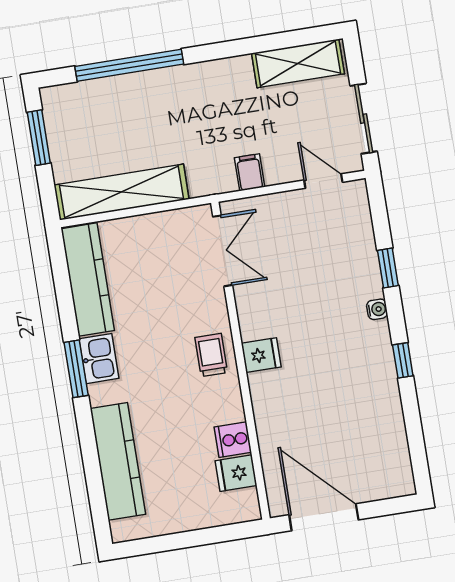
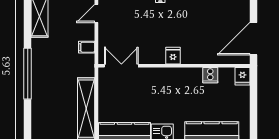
window: (129, 65) -> (28, 74), moved
trolley: (211, 355) -> (169, 79), removed
fridge: (236, 473) -> (242, 76), moved

